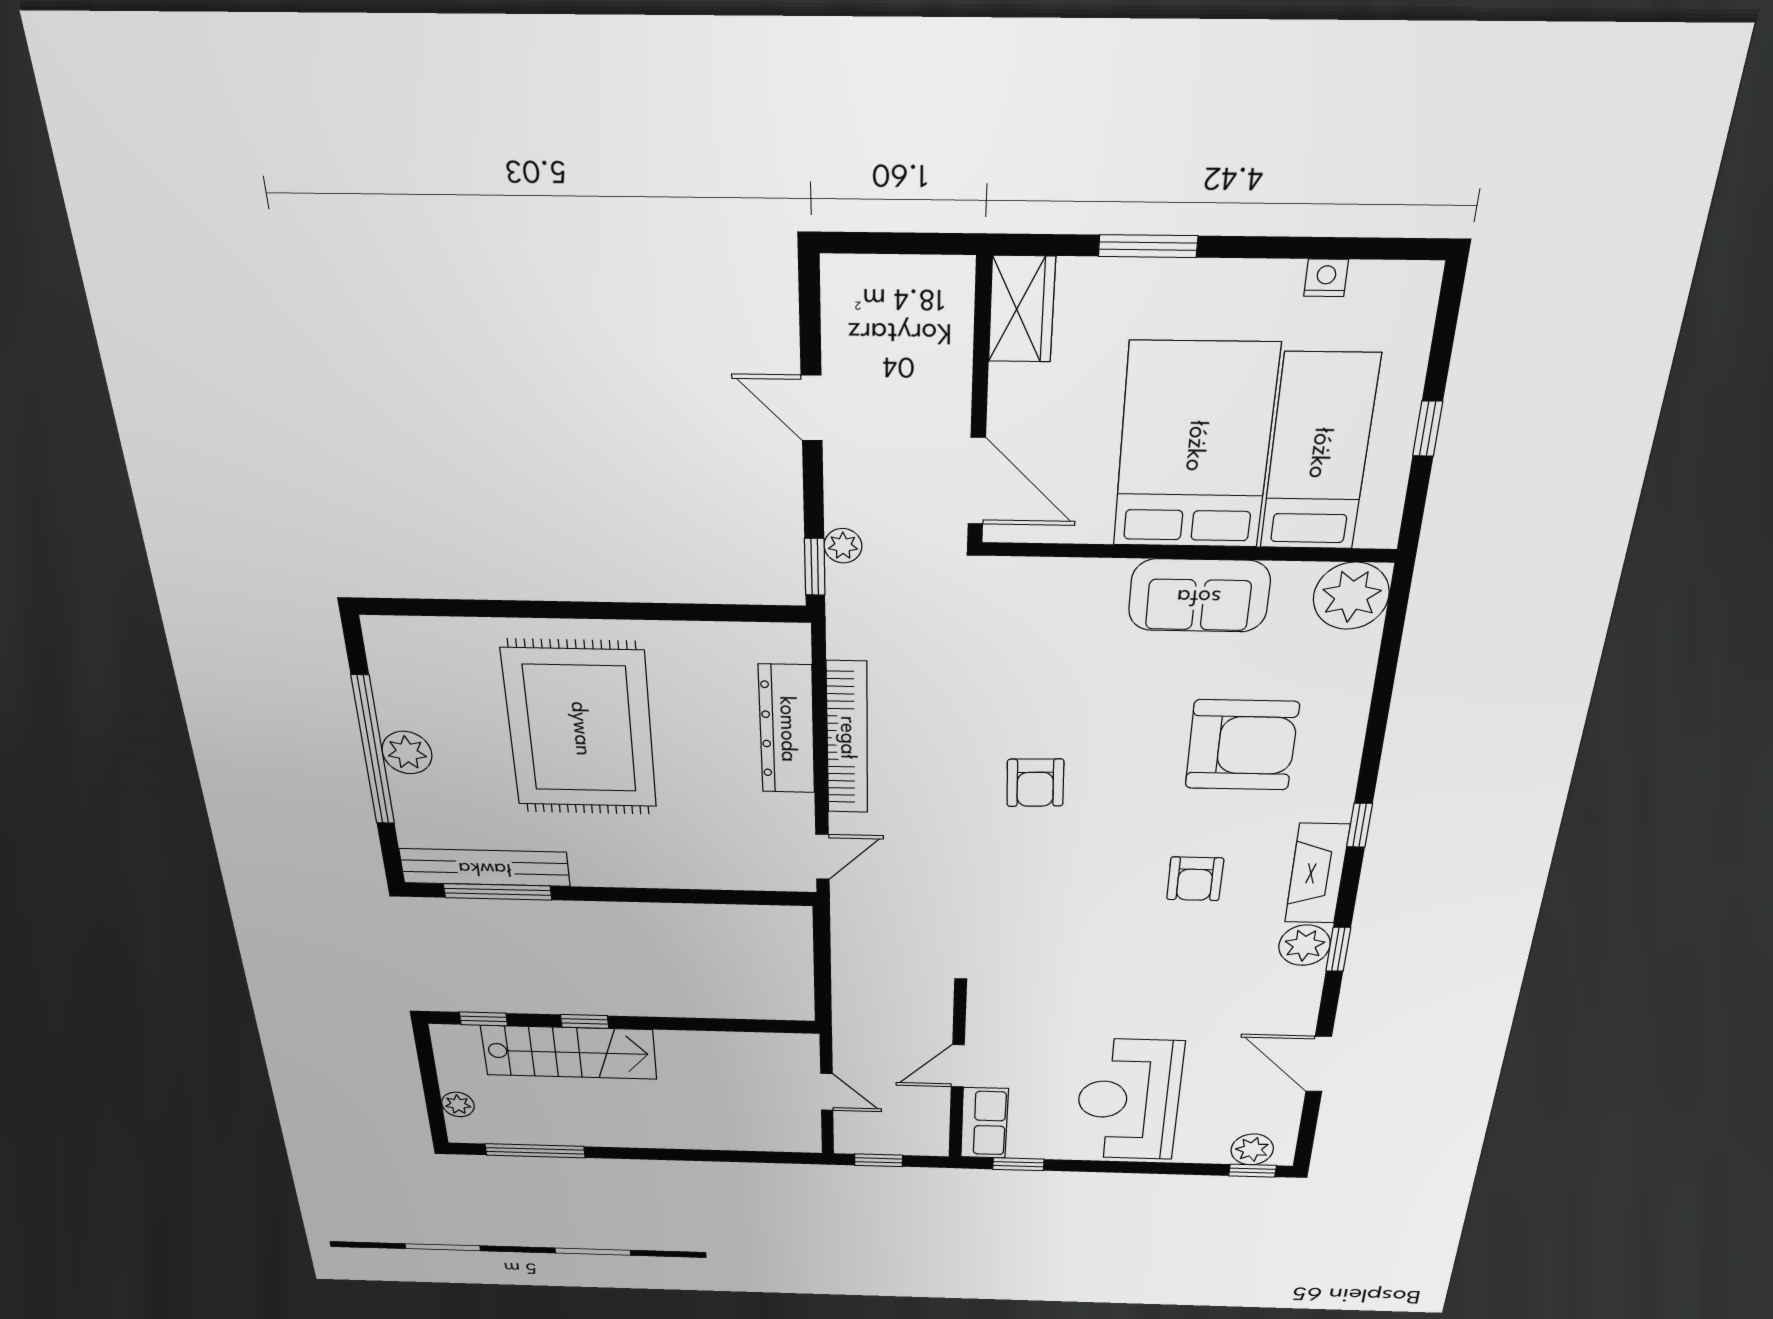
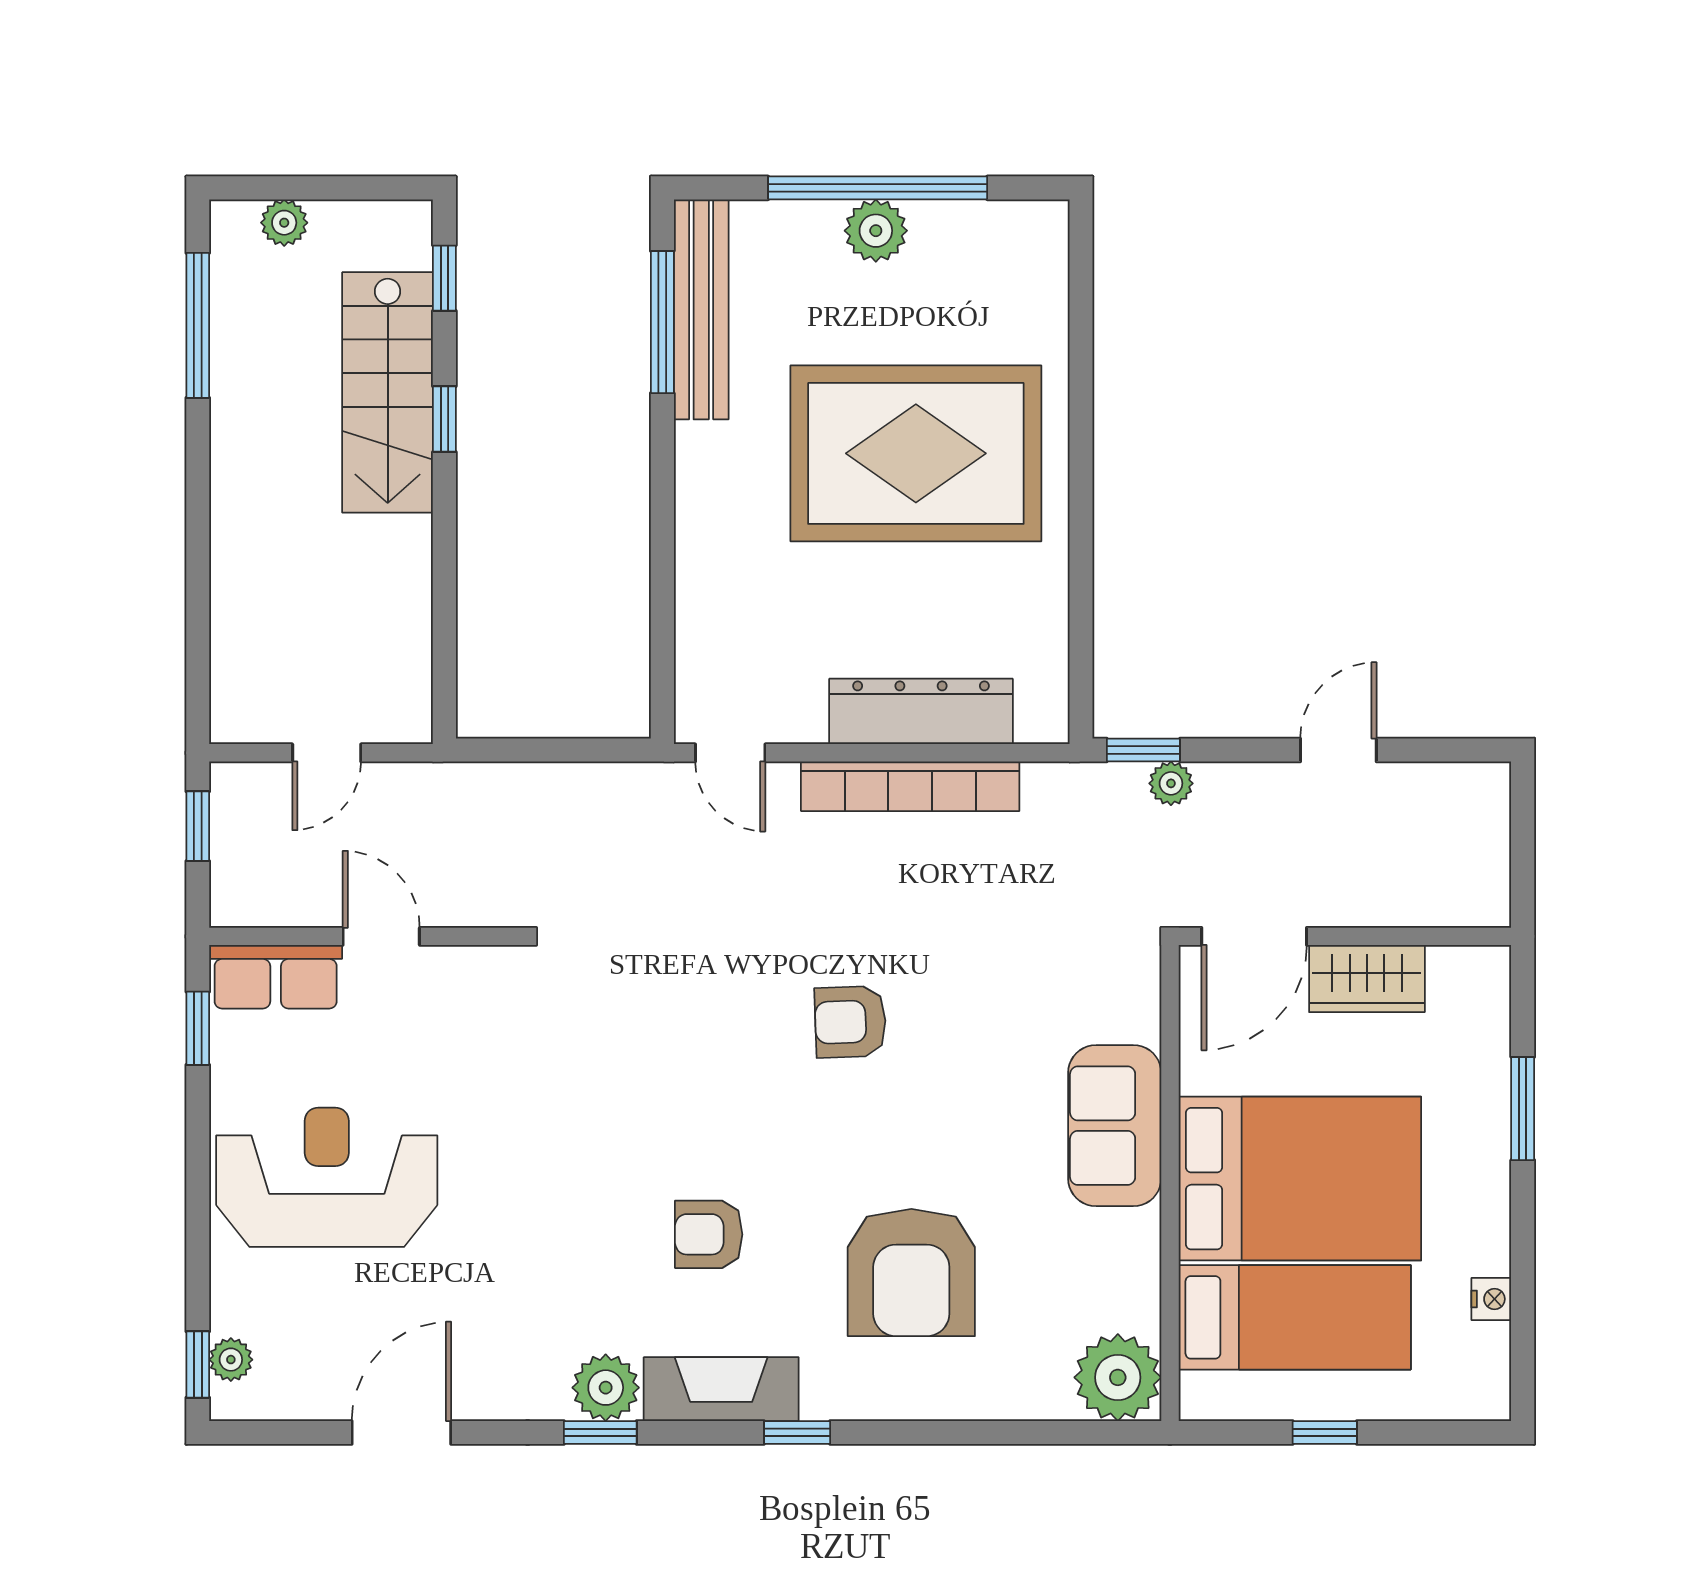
wardrobe: (1022, 309) -> (1367, 979), moved
sofa: (1199, 596) -> (1115, 1126), moved
plant: (1252, 1149) -> (231, 1360), width x0.73, depth x0.73

